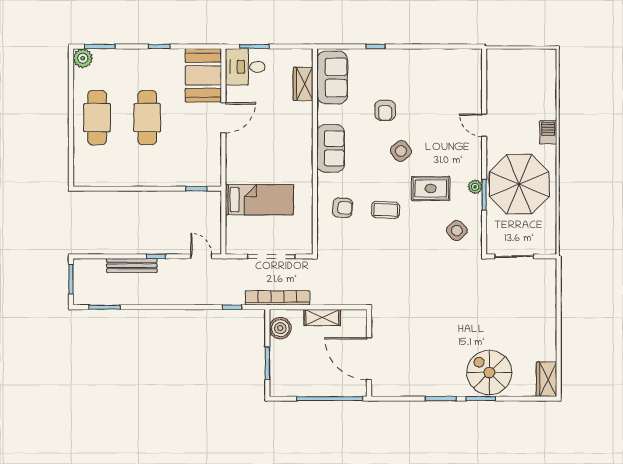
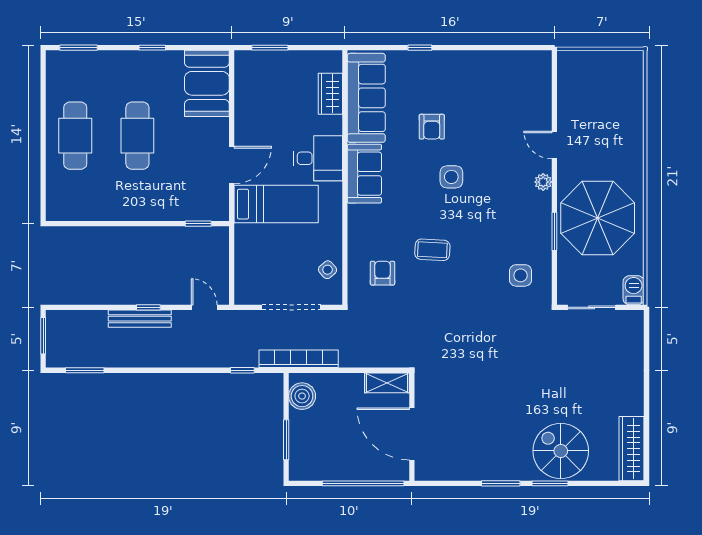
plant: (83, 58) -> (58, 62), removed
desk: (245, 67) -> (318, 158), moved, turned 180
sofa: (332, 78) -> (366, 98), width x1.36
door: (223, 118) -> (232, 165), moved
barbecue: (548, 132) -> (634, 290), moved
side table: (401, 151) -> (451, 177), turned 38
plant: (475, 187) -> (543, 182), moved
rug: (431, 188) -> (488, 223), removed
bed: (259, 200) -> (276, 204), moved
armchair: (343, 208) -> (382, 273), moved, turned -95
side table: (301, 226) -> (328, 270), added
side table: (457, 231) -> (521, 275), turned 45
bench: (132, 266) -> (140, 319), moved
shelving: (322, 317) -> (387, 383), moved
wardrobe: (547, 379) -> (632, 449), width x1.50

